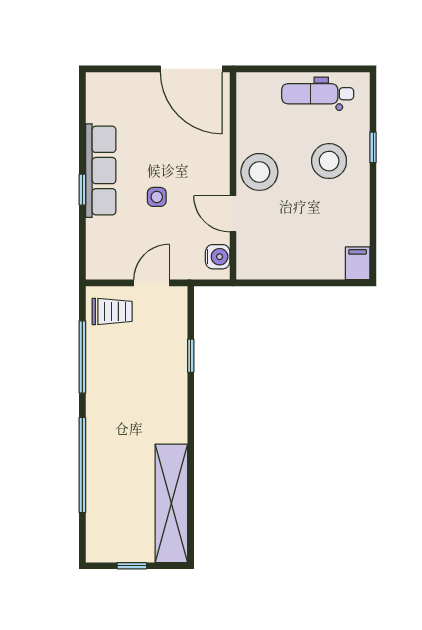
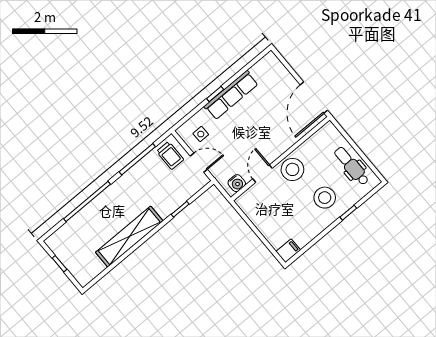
side table: (157, 197) -> (201, 134), moved
shelving: (171, 503) -> (129, 237), moved

